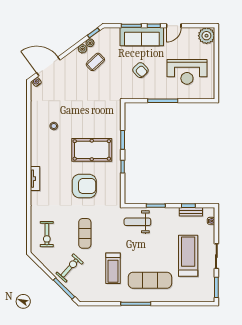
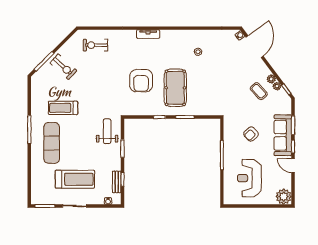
exercise mat: (85, 233) -> (96, 81), removed

